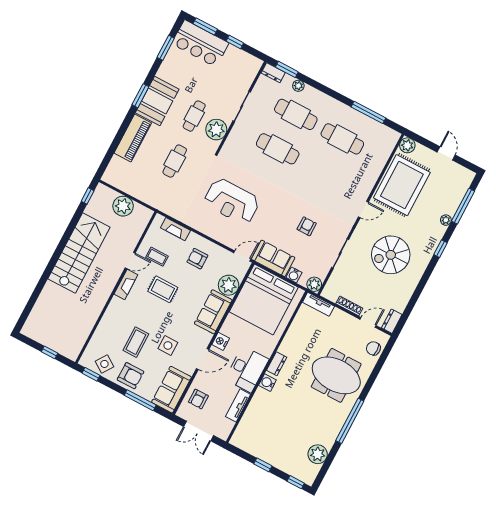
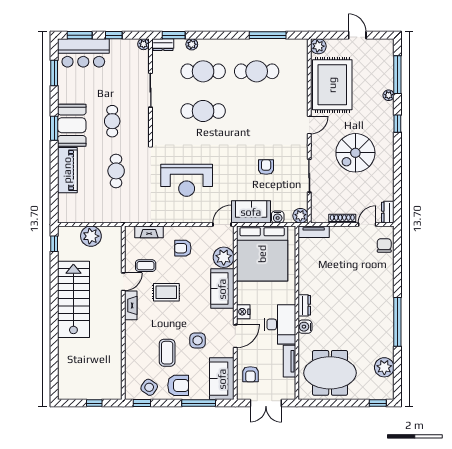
plant: (216, 130) -> (144, 44), moved, width x0.53, depth x0.53
chair: (373, 348) -> (384, 245), turned 90
meeting table: (336, 375) -> (330, 373), moved
window: (263, 465) -> (340, 403), removed

